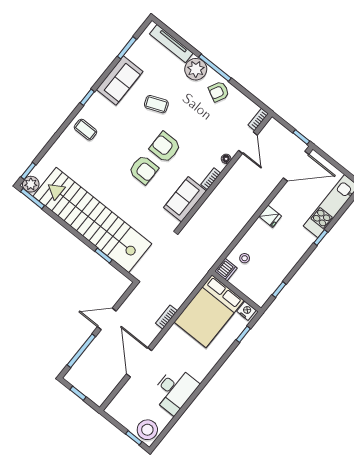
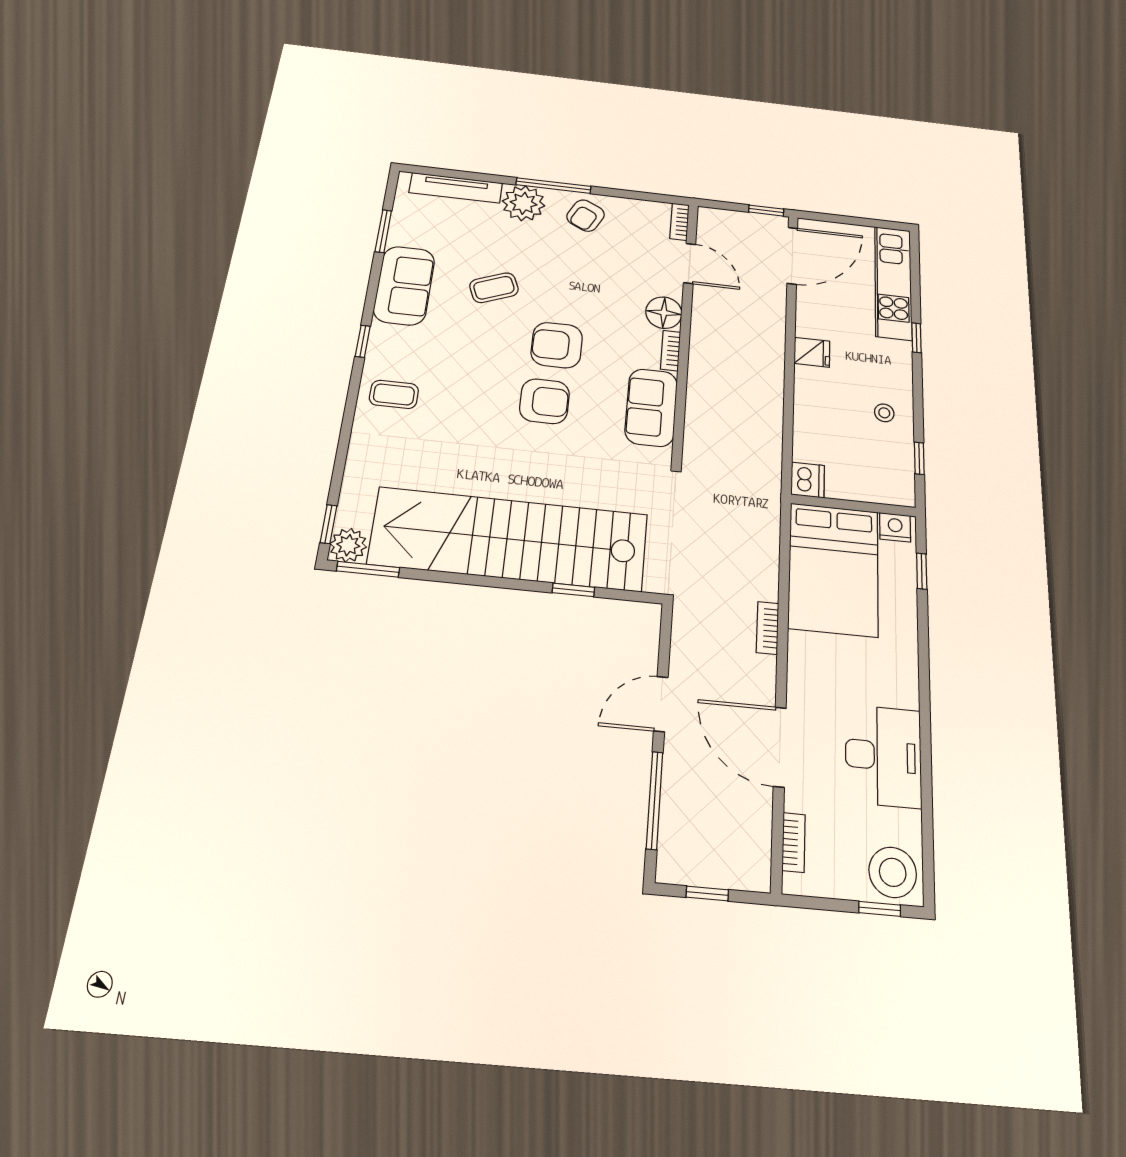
floor lamp: (226, 159) -> (664, 313), width x1.89, depth x1.89
stool: (245, 258) -> (884, 413), moved
bookcase: (120, 397) -> (794, 842), added

